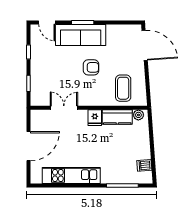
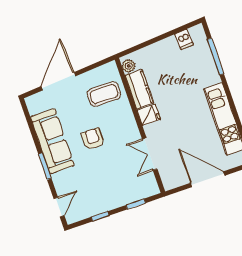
sofa: (81, 35) -> (52, 141), moved
door: (145, 45) -> (58, 81), moved

